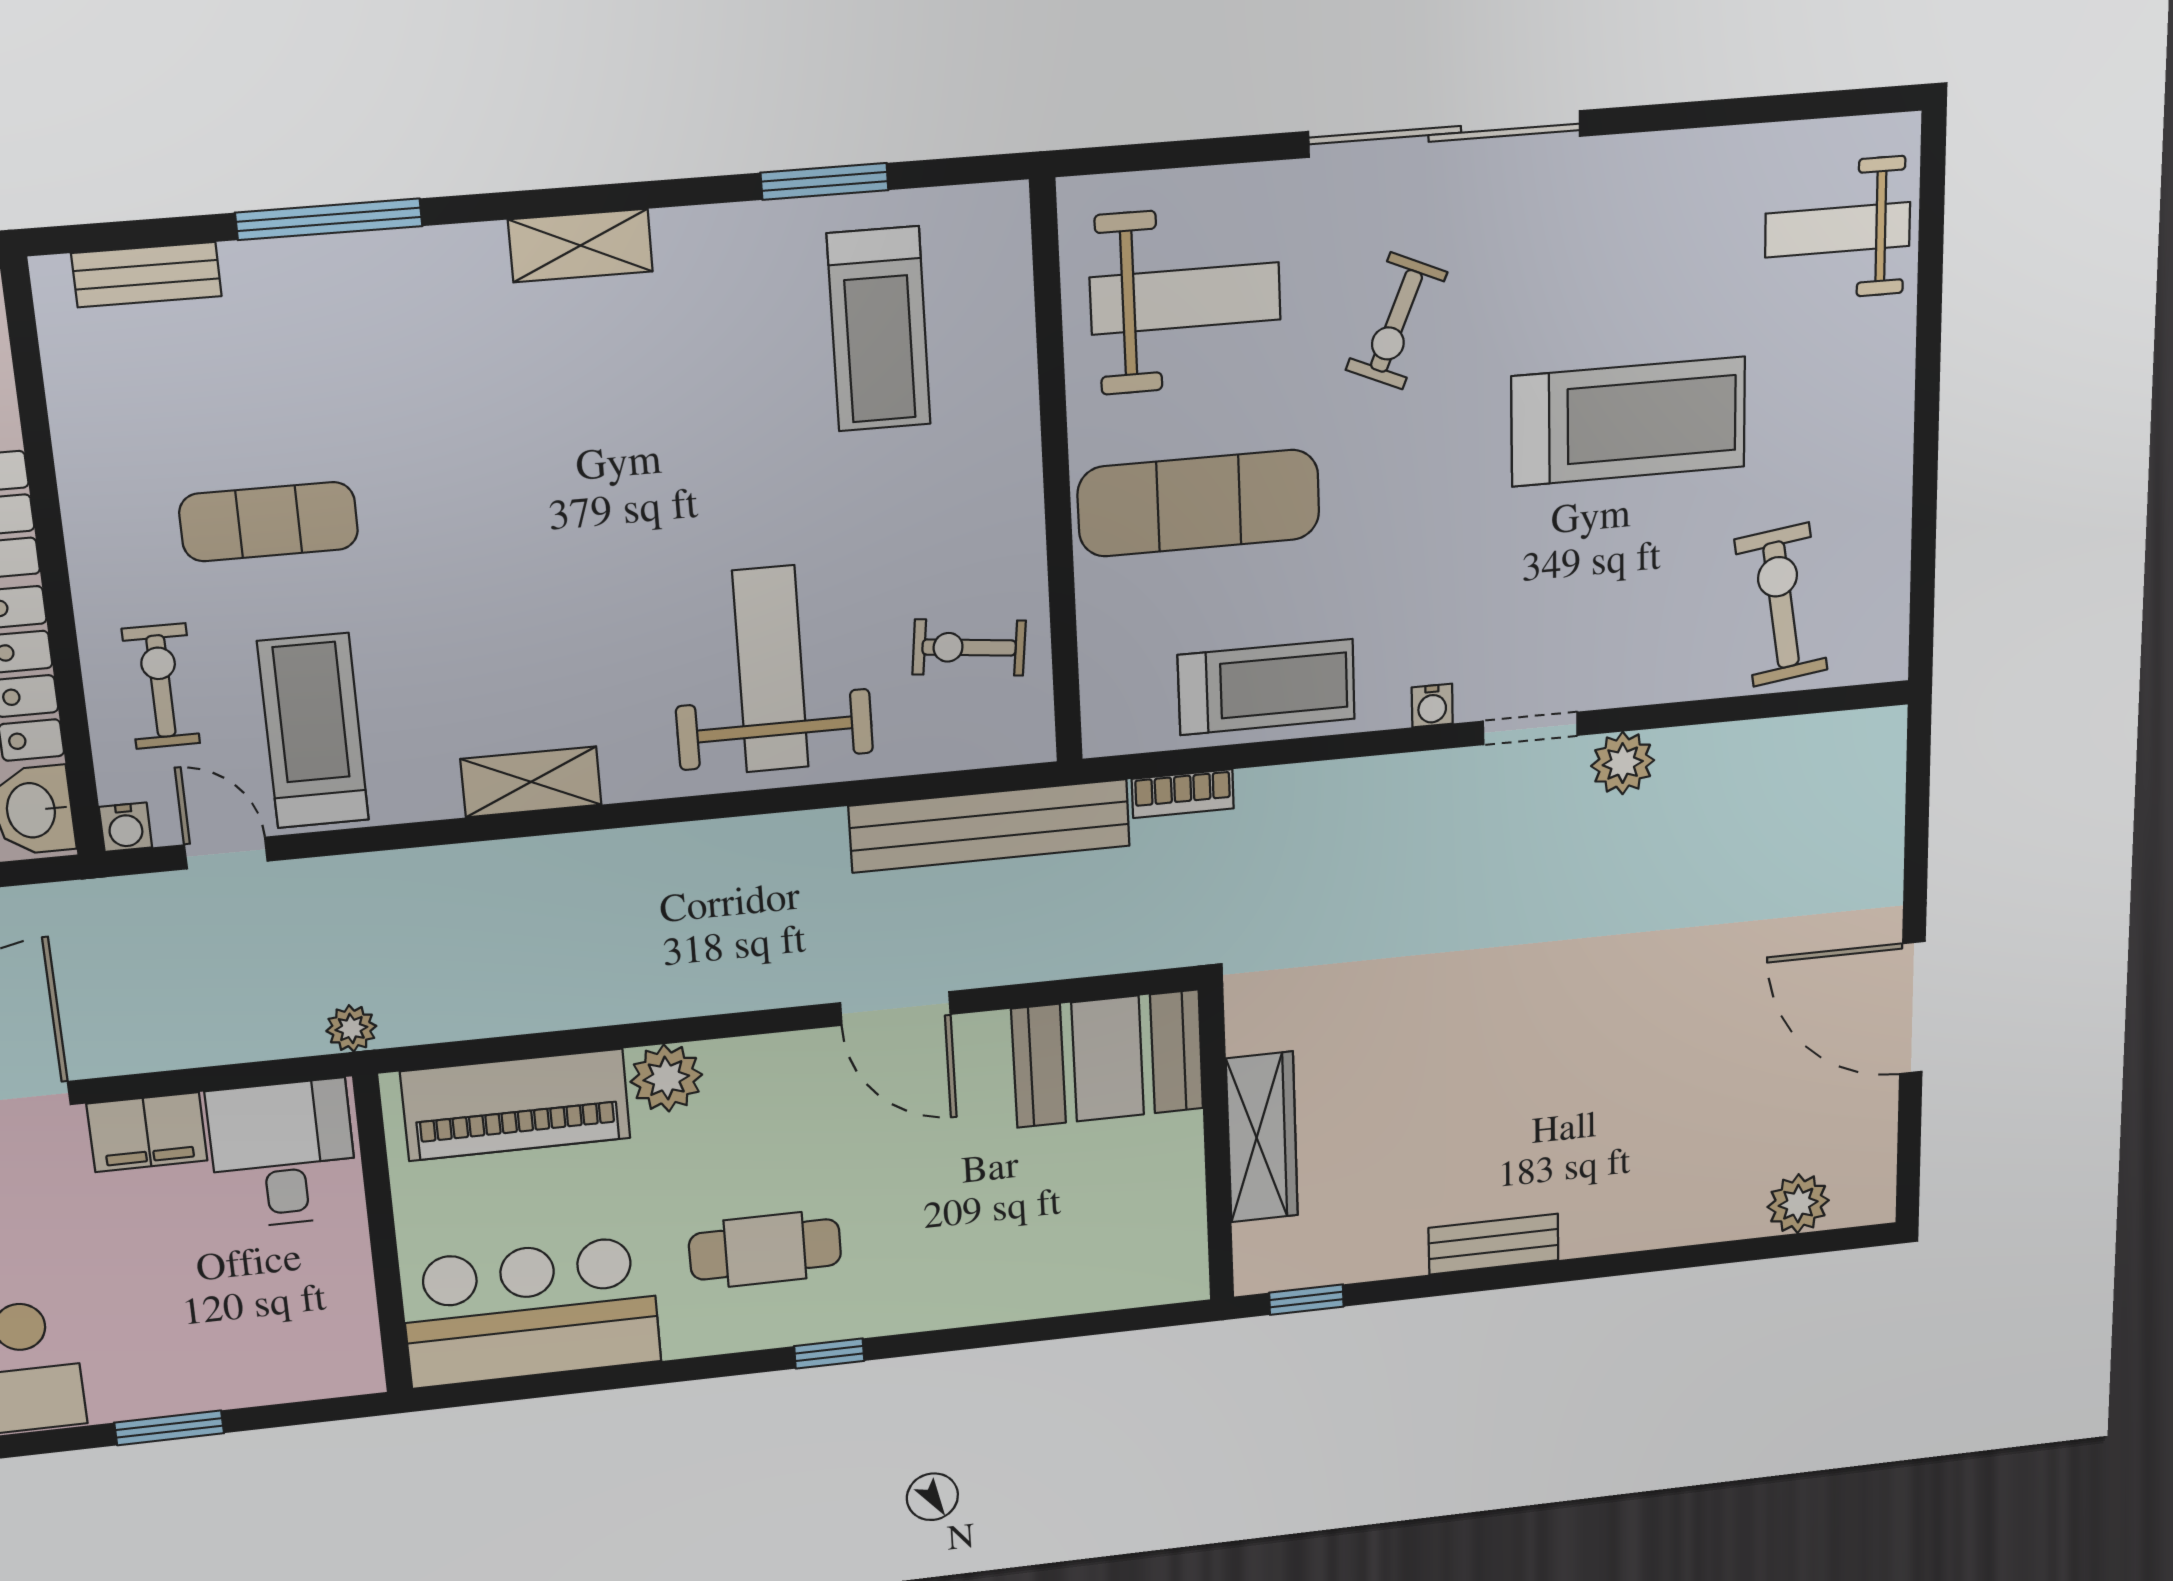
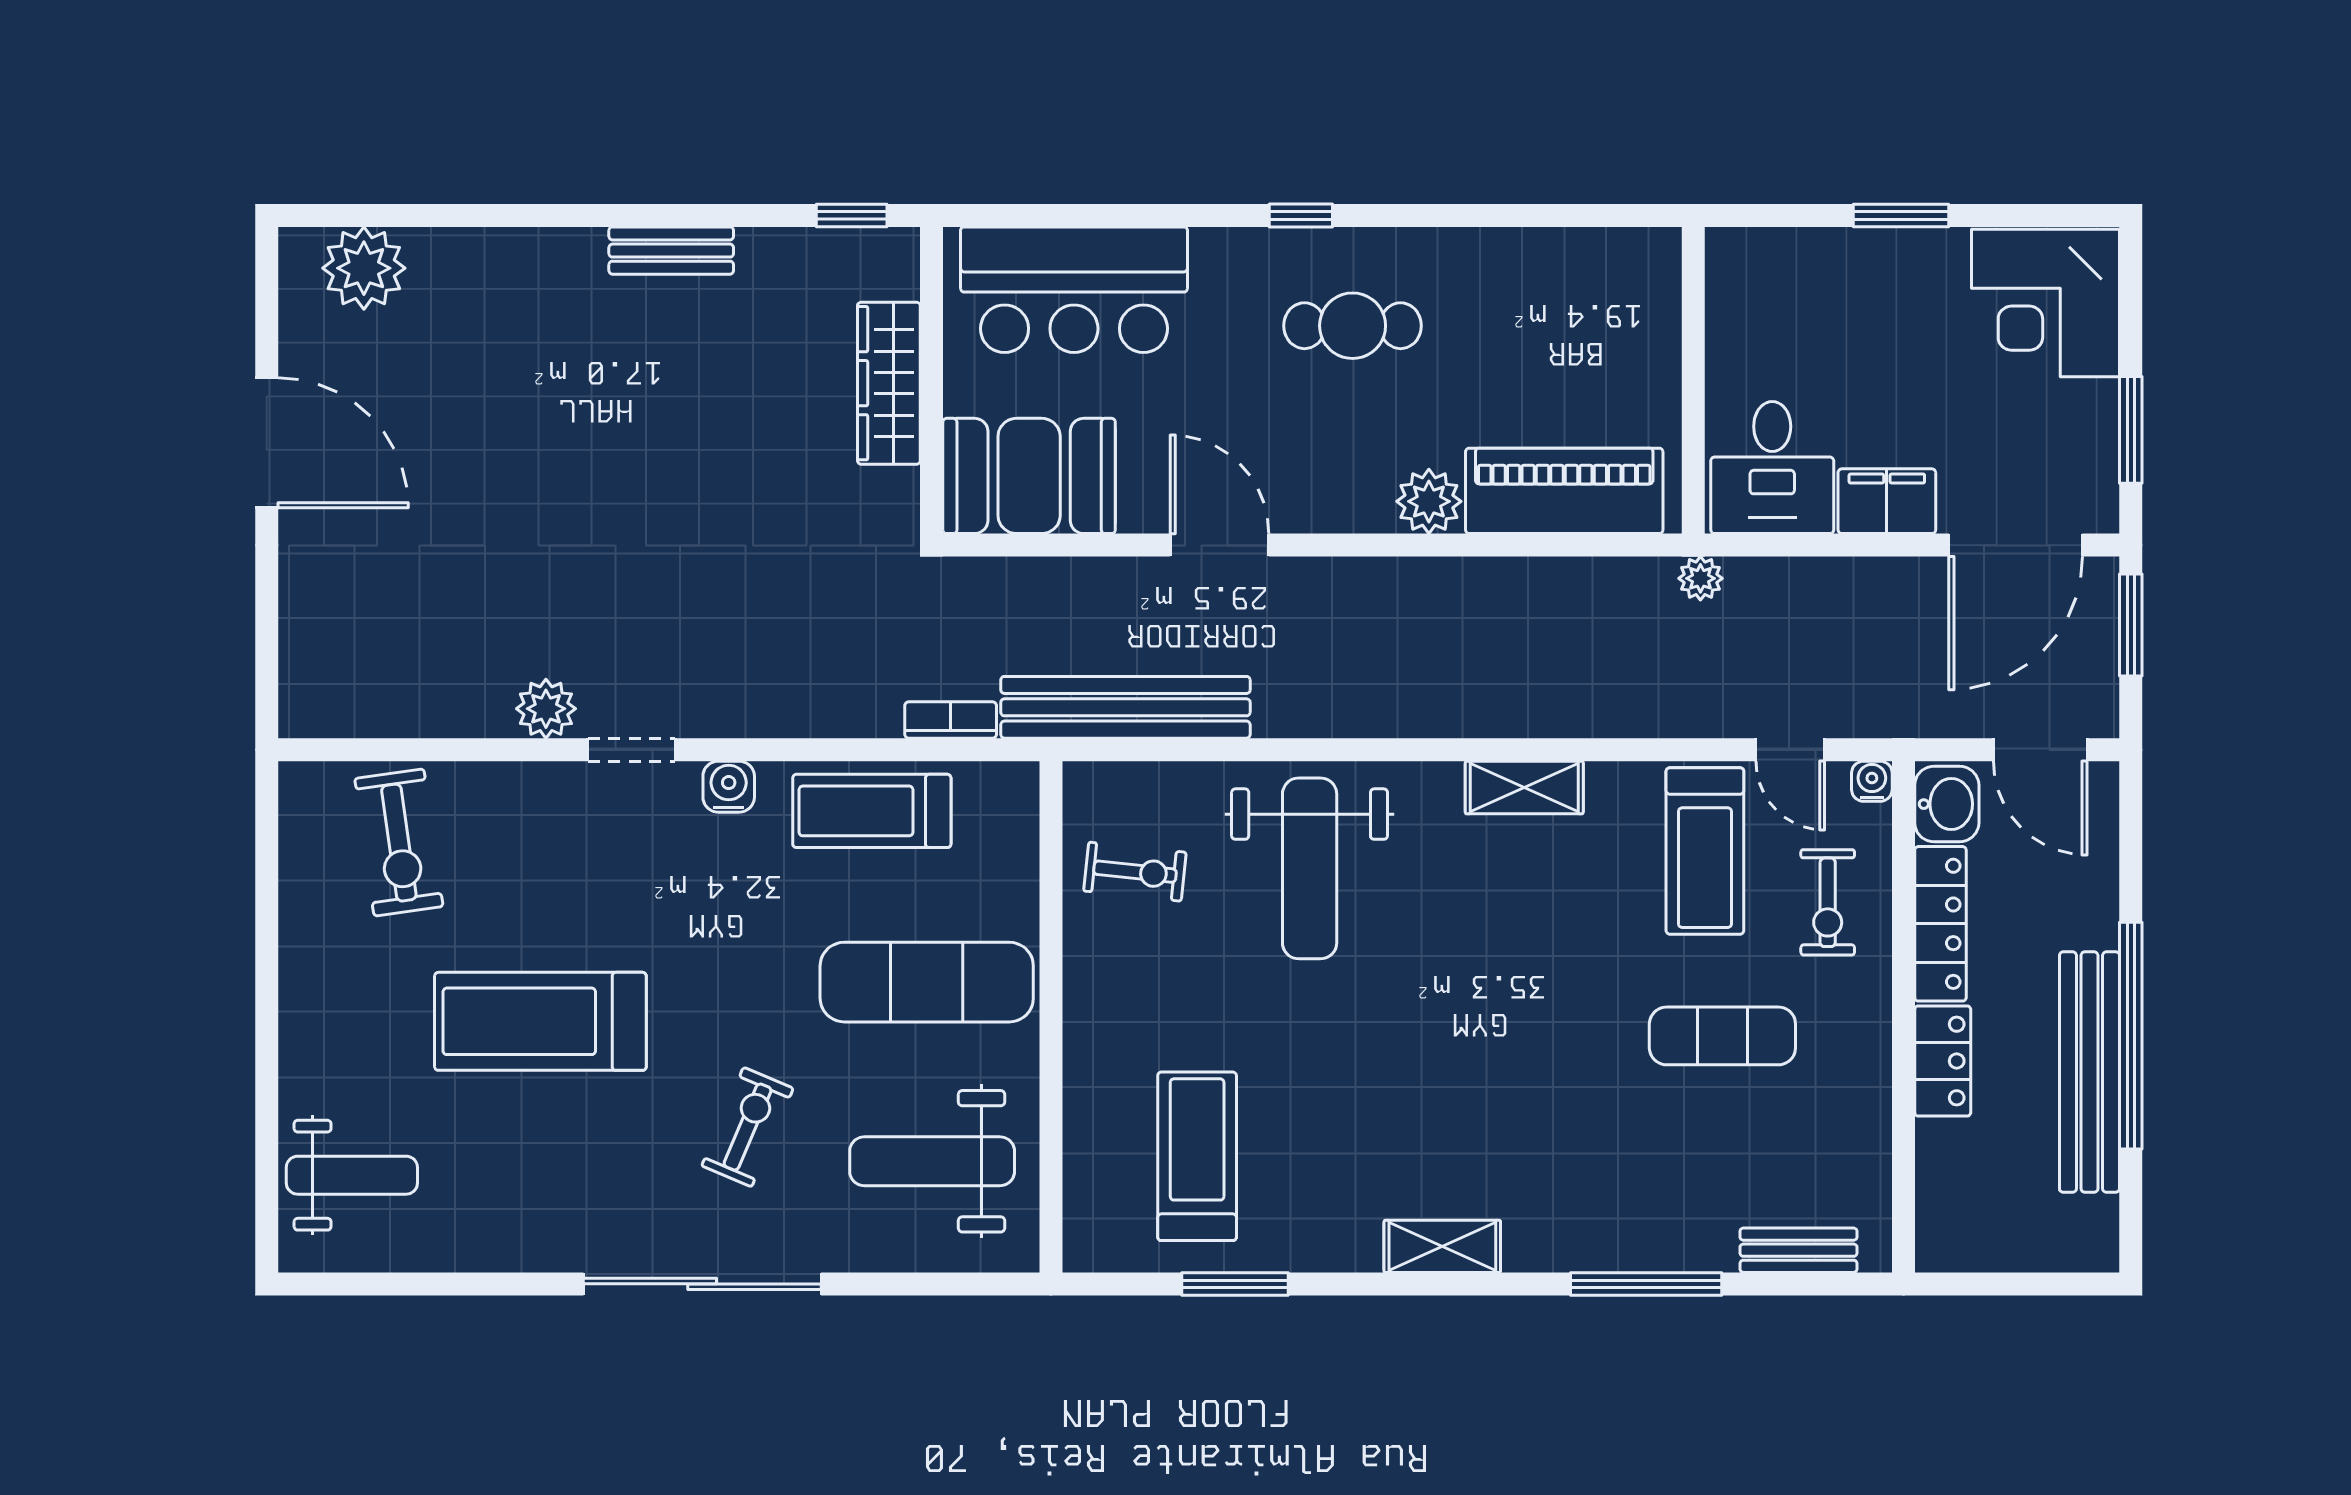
water cooler: (1432, 706) -> (729, 787), width x1.38, depth x1.38
plant: (1798, 1204) -> (364, 268), width x1.36, depth x1.36
bar counter: (531, 1312) -> (1074, 290), moved

